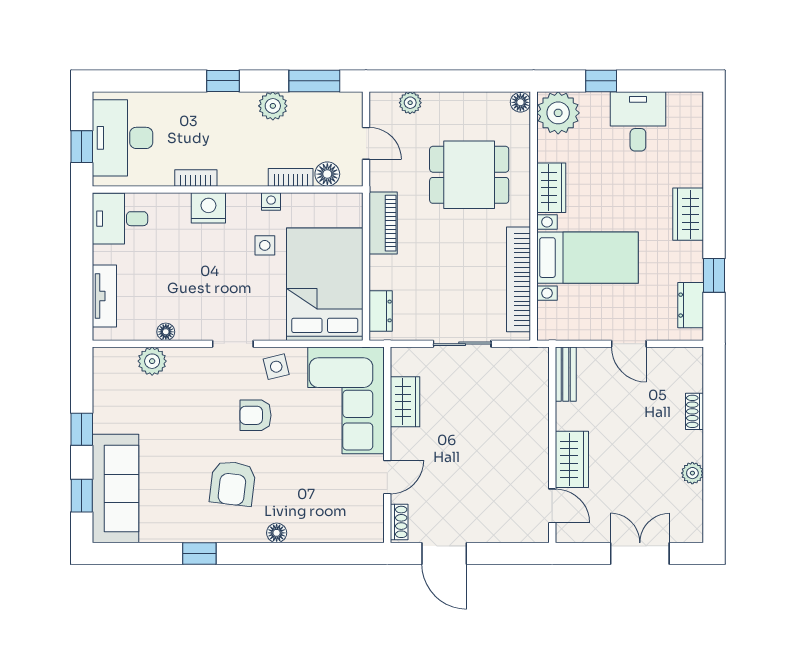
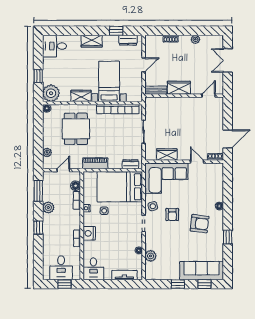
desk: (638, 121) -> (54, 46), moved
desk: (123, 138) -> (61, 268), width x0.73
wardrobe: (572, 459) -> (179, 88), moved

